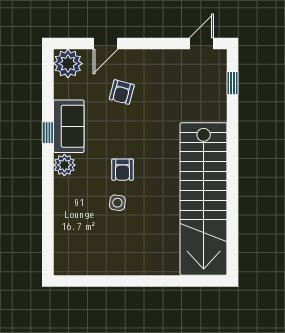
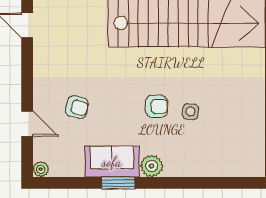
plant: (68, 64) -> (41, 169), width x0.53, depth x0.53
window: (48, 133) -> (118, 183), width x1.50

